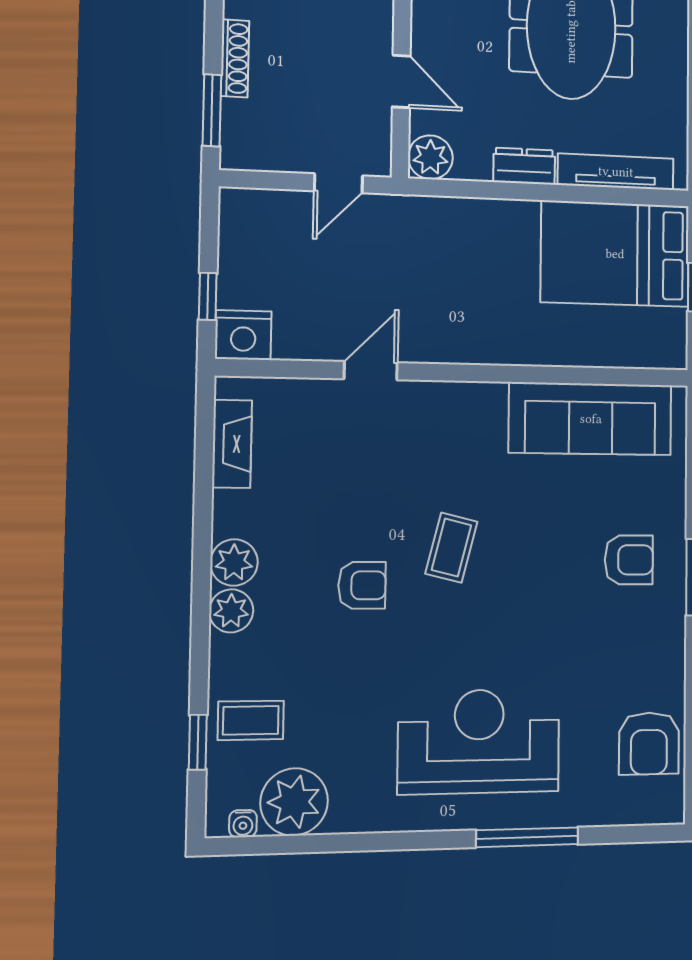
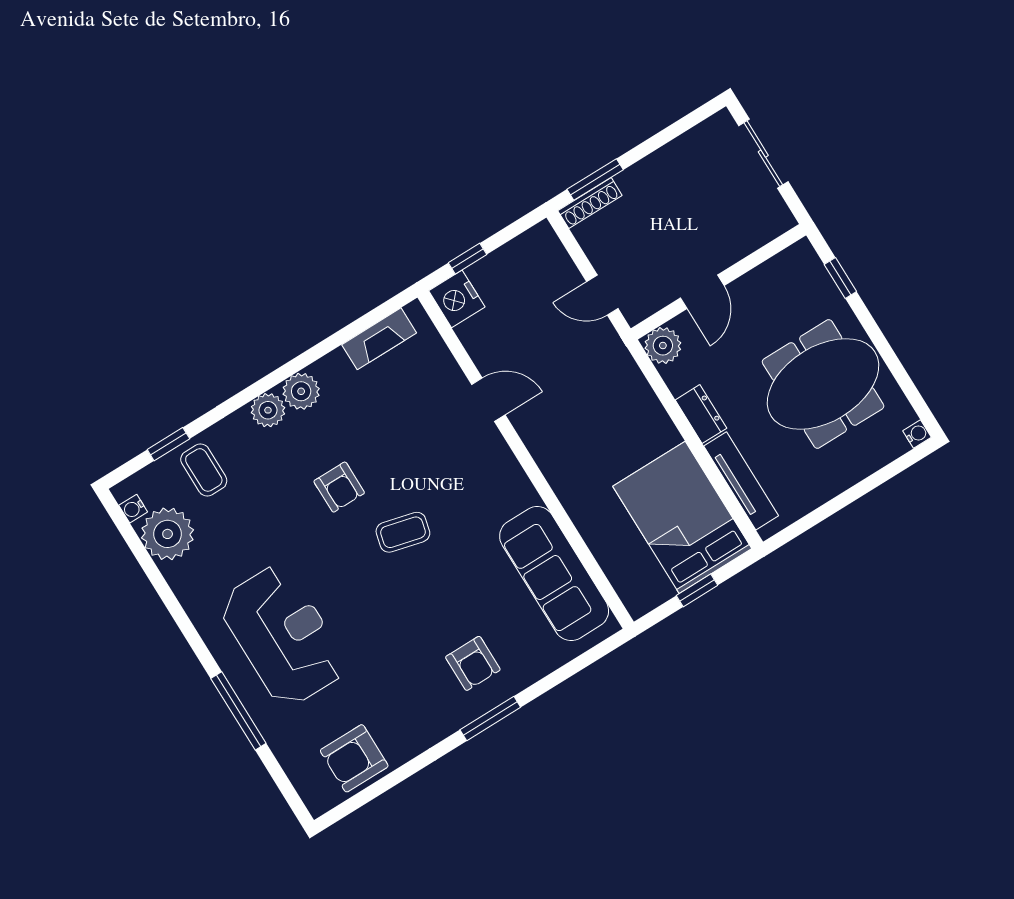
shoe rack: (235, 58) -> (590, 203), moved

